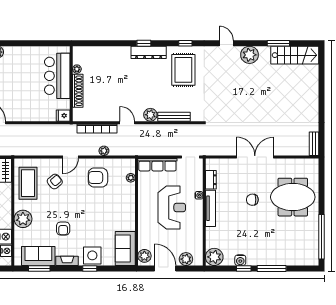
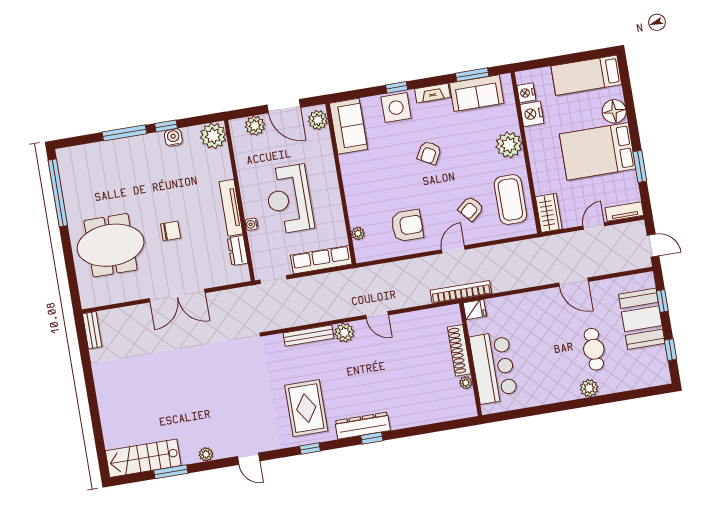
plant: (250, 55) -> (206, 454), width x0.53, depth x0.53
bookcase: (97, 129) -> (461, 292), moved
plant: (104, 151) -> (405, 267), removed
armchair: (63, 229) -> (429, 153), moved, turned -151

